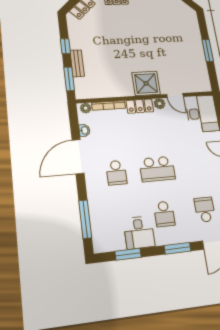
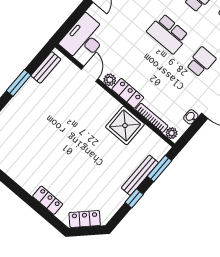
bench: (77, 63) -> (140, 175), width x1.36
bench: (203, 74) -> (46, 67), added
shower: (146, 83) -> (125, 125), moved
school desk: (157, 169) -> (168, 34), turned 180

